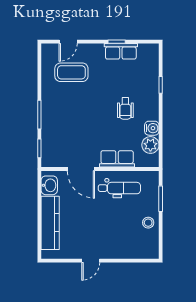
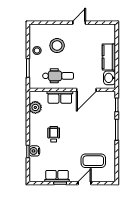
door: (68, 42) -> (85, 183), moved
water cooler: (152, 128) -> (34, 151), moved
door: (81, 169) -> (86, 90), swing flipped
dental chair: (119, 188) -> (58, 76), turned 180
kitchen counter: (50, 223) -> (109, 57), width x0.67
stool: (121, 229) -> (57, 46), added

